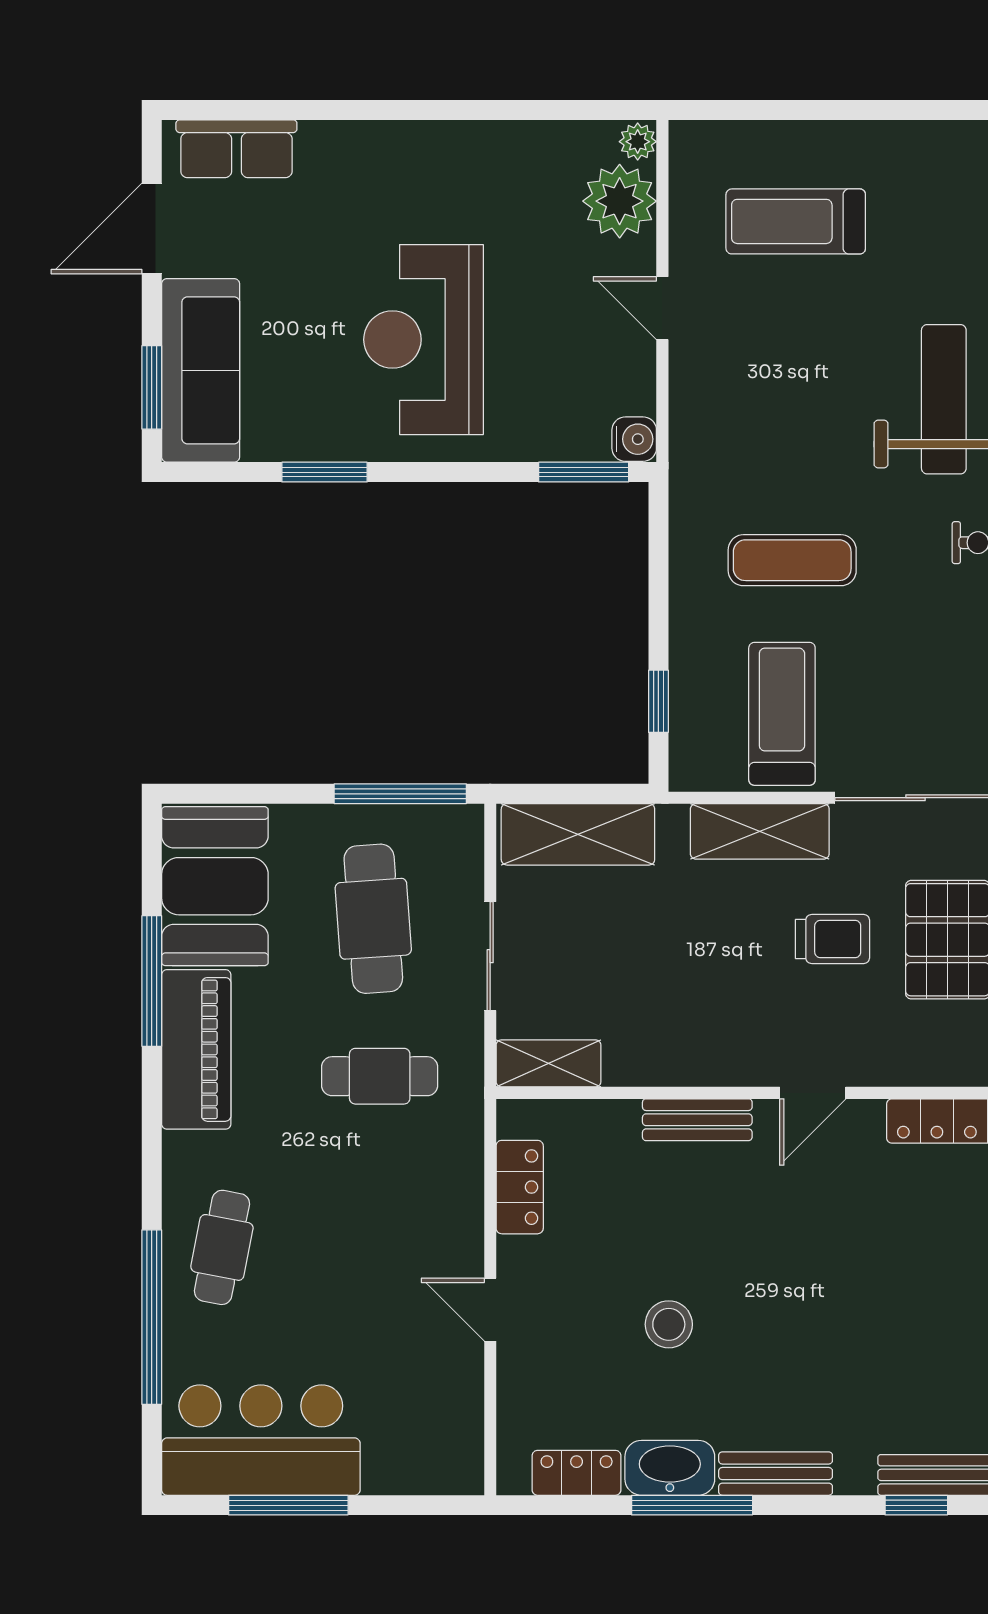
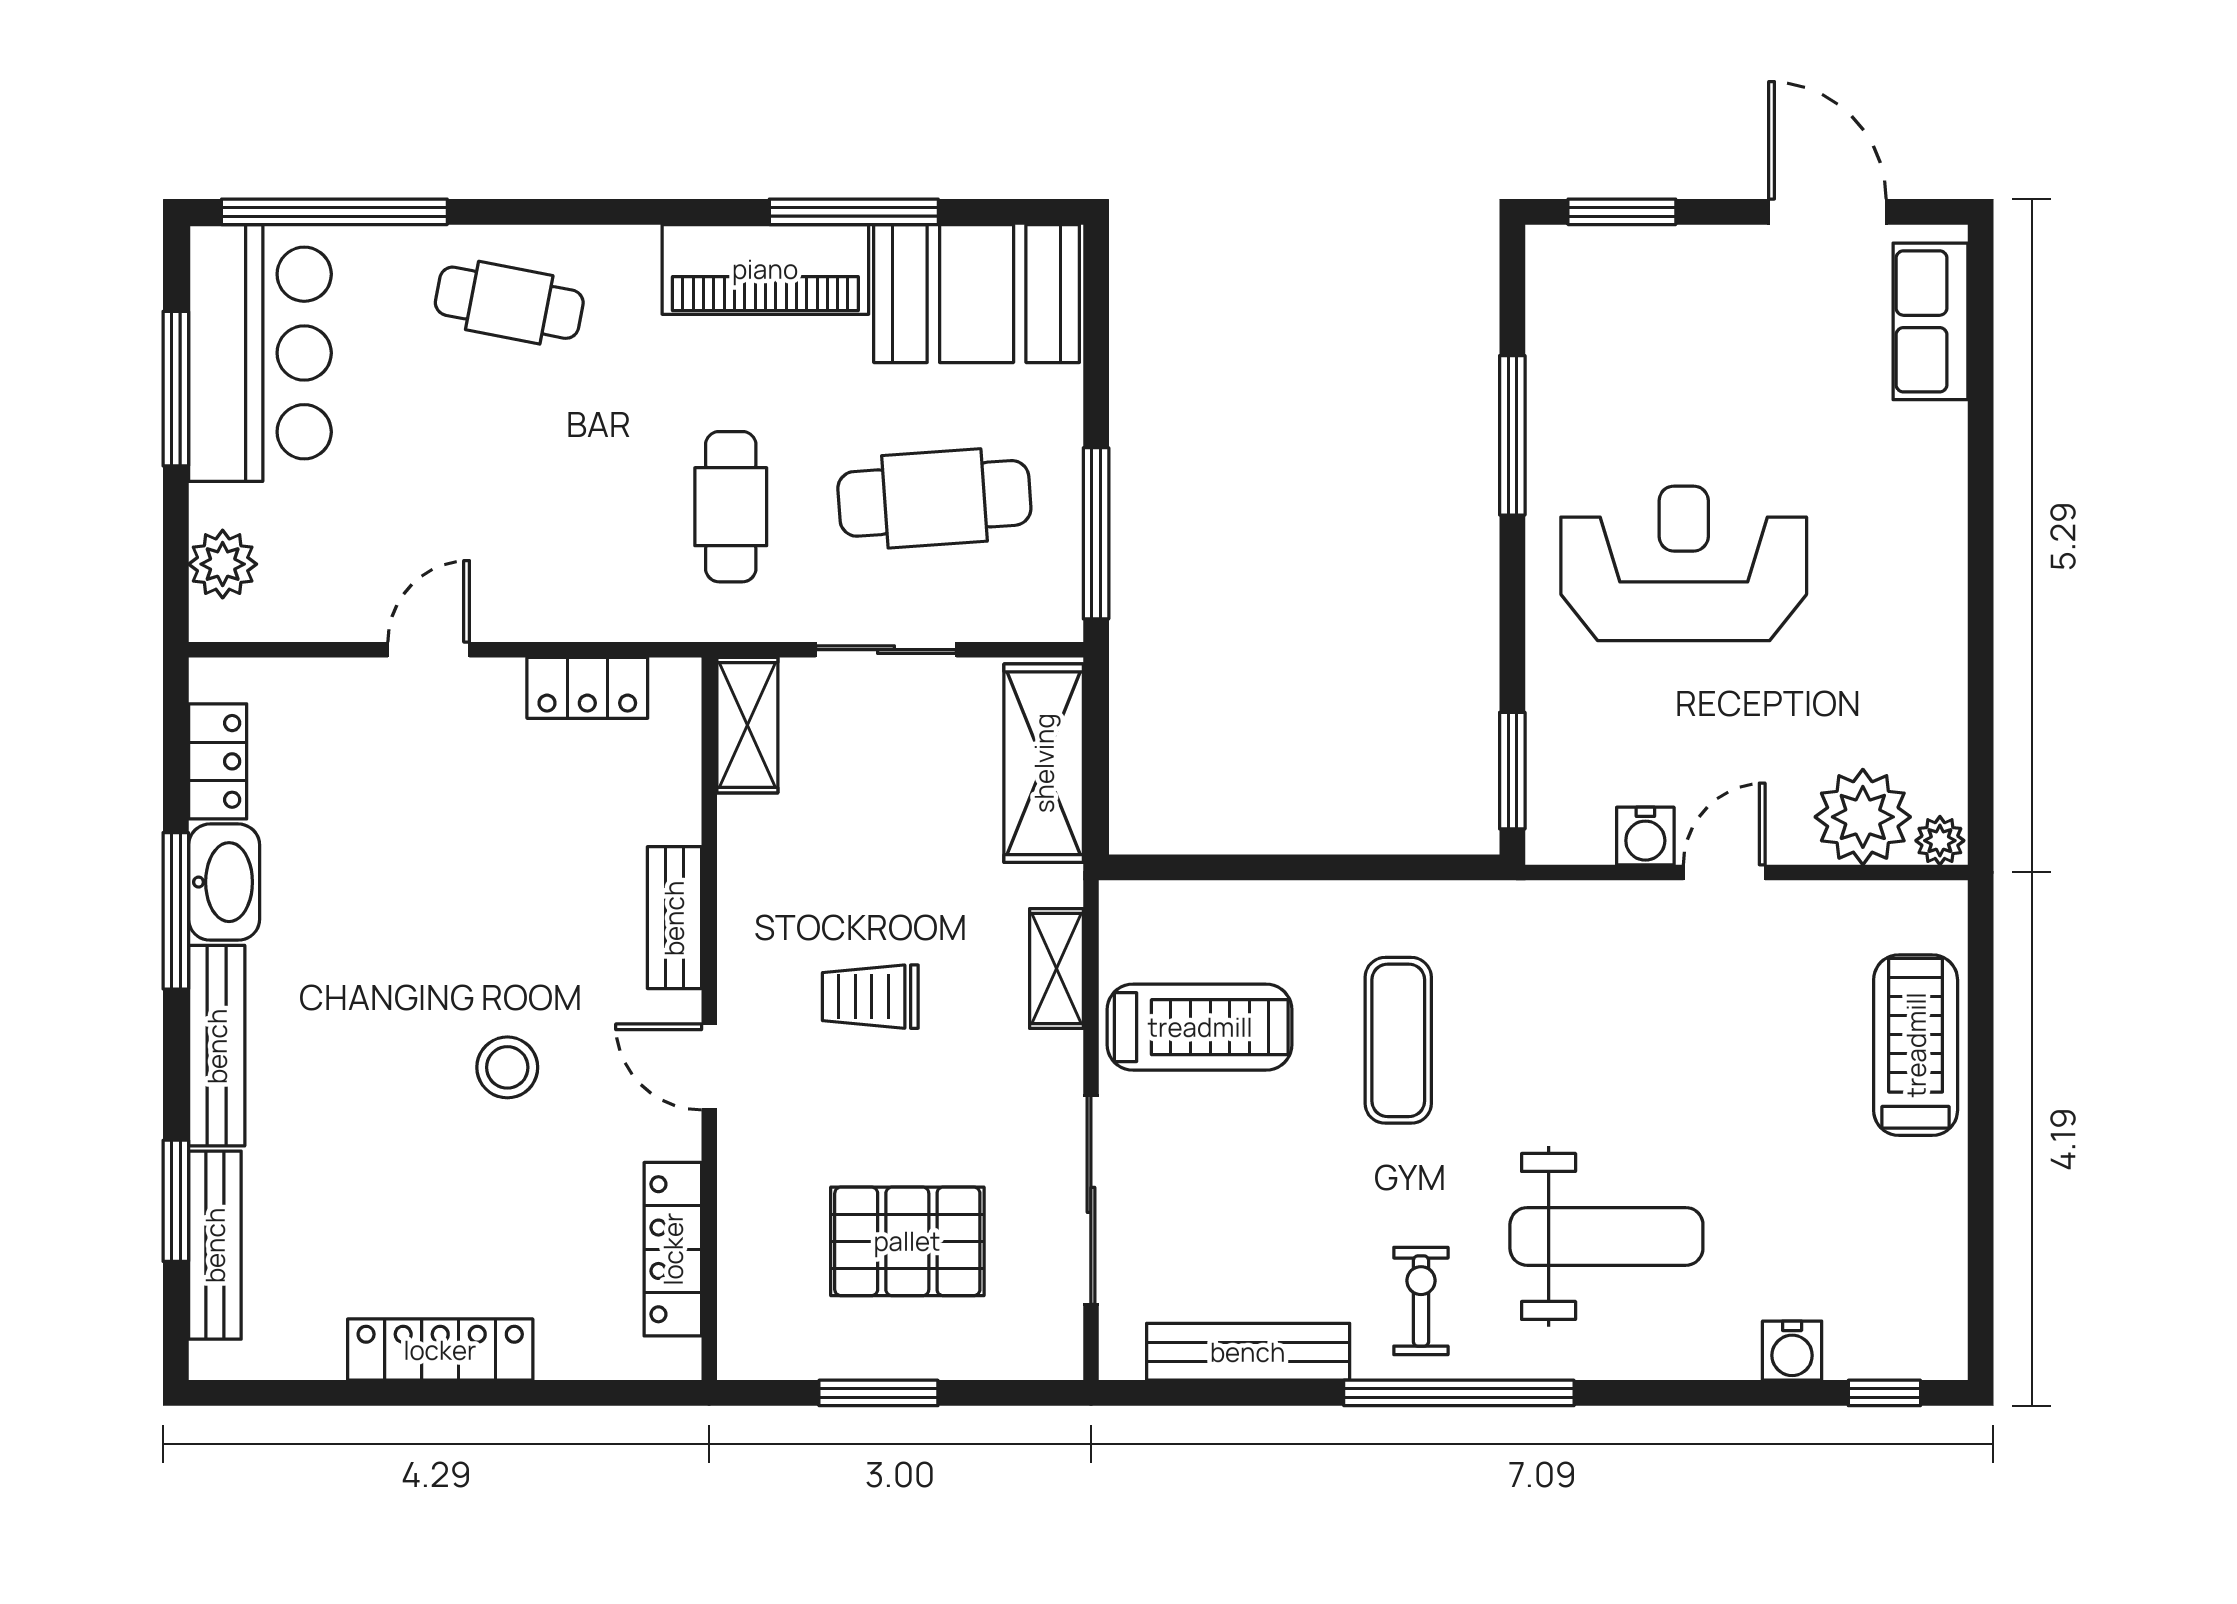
treadmill: (796, 221) -> (1916, 1045), moved
sofa: (201, 370) -> (1644, 275), removed
water cooler: (634, 439) -> (1645, 836), moved
window: (324, 472) -> (1512, 435), width x1.44
window: (658, 701) -> (1216, 867), removed
shelving: (760, 831) -> (1056, 968), width x0.67, depth x0.75
trolley: (832, 939) -> (870, 997), moved, turned 90
window: (152, 1317) -> (334, 212), moved
stool: (669, 1324) -> (507, 1067), moved
plant: (424, 1469) -> (223, 564), added
bench: (776, 1474) -> (217, 1046), width x1.36
window: (916, 1505) -> (176, 1201), width x1.50

